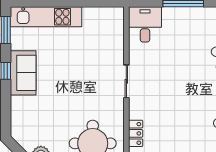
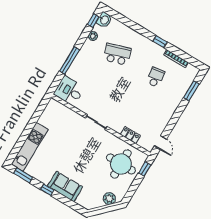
sofa: (23, 73) -> (65, 186), moved

